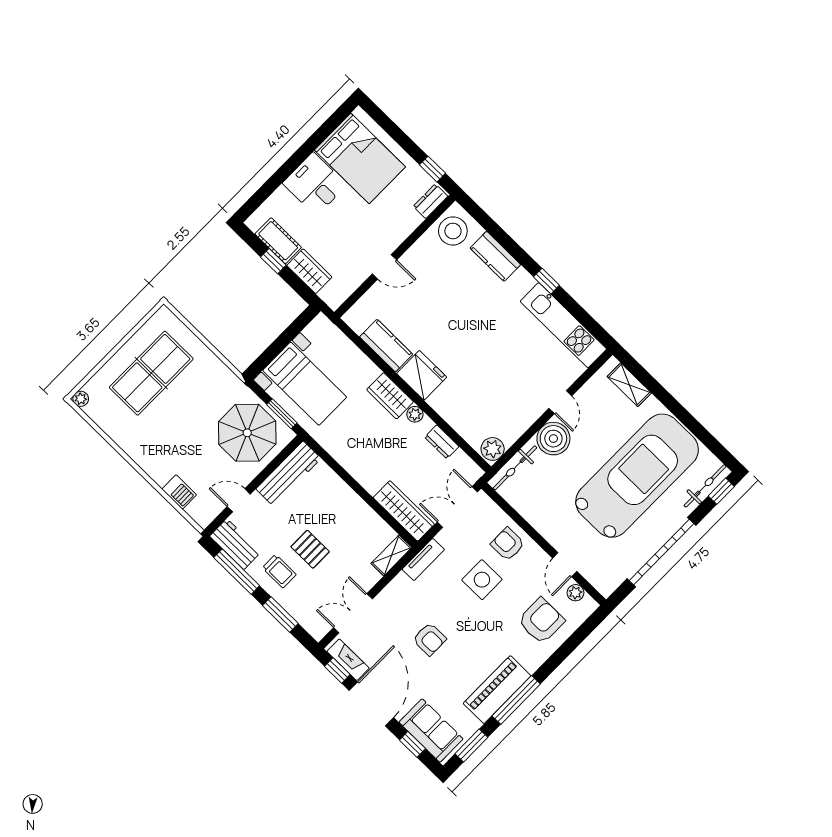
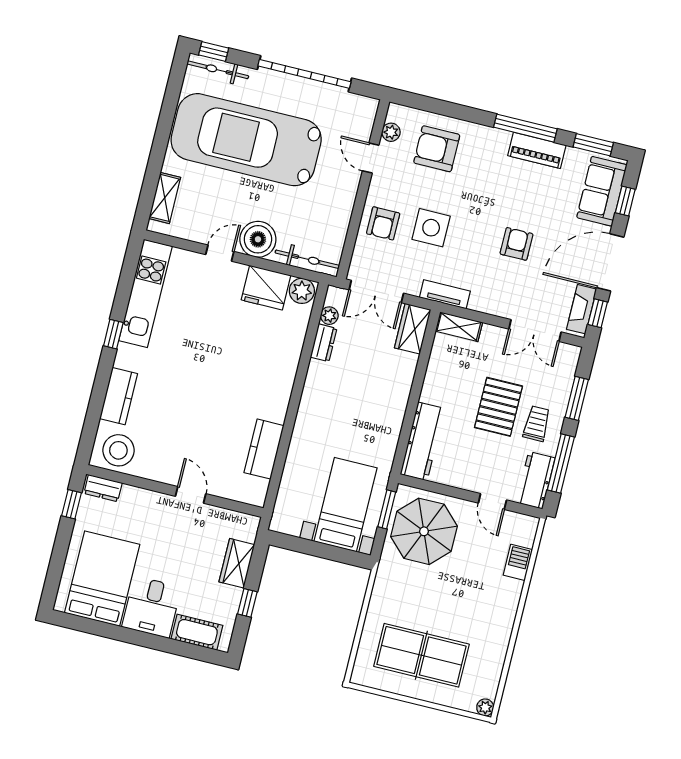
cot: (278, 241) -> (197, 632), moved, turned 90
fridge: (422, 375) -> (266, 288), moved, turned -90
wardrobe: (390, 396) -> (309, 417), removed
plant: (415, 414) -> (329, 316), moved
workbench: (288, 474) -> (422, 441), moved, turned 90
wardrobe: (404, 511) -> (413, 329), width x0.67
pallet: (310, 549) -> (499, 407), width x1.50, depth x1.42
door: (565, 565) -> (371, 158), swing flipped
piano: (497, 690) -> (537, 150), width x0.73, depth x0.75

